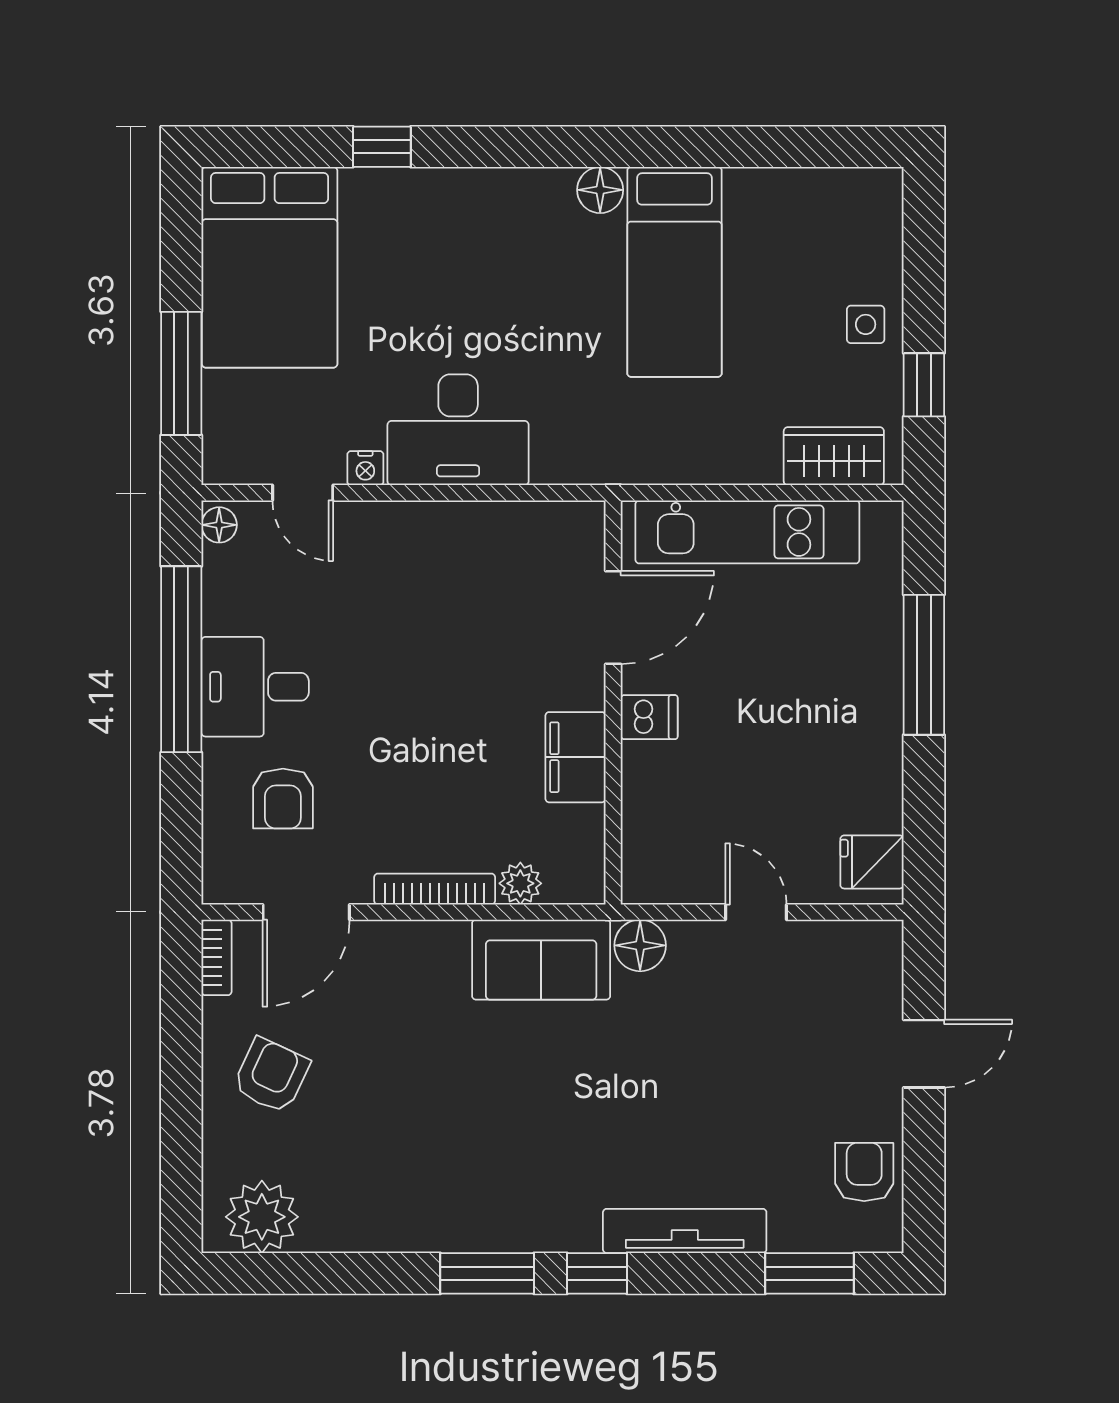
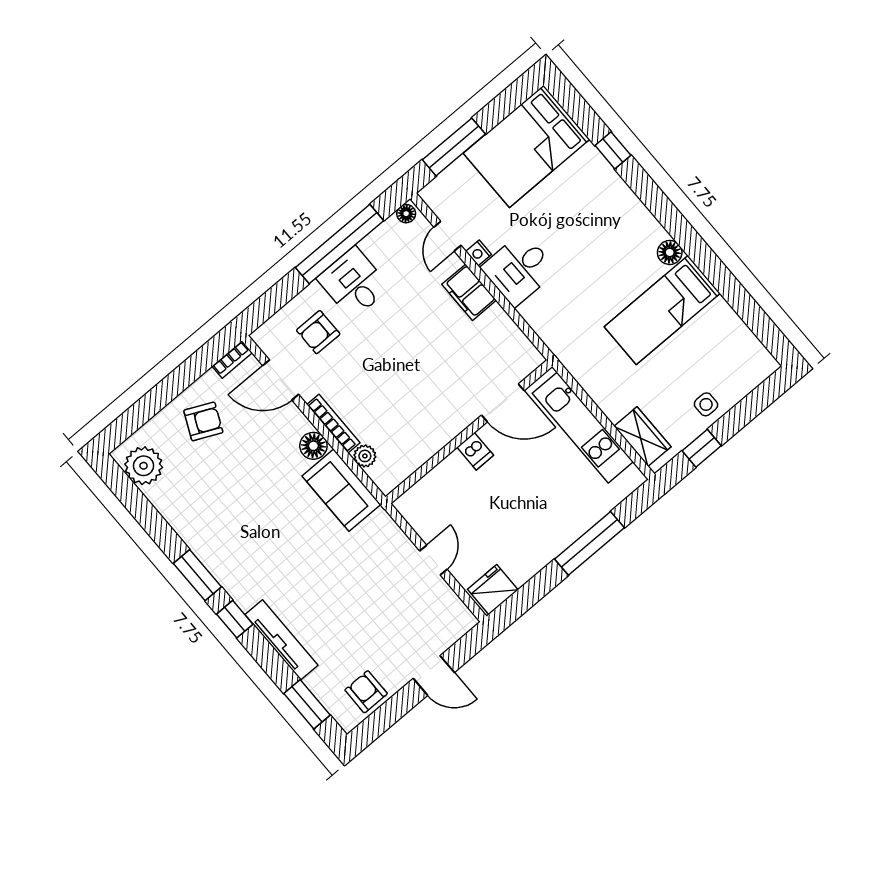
desk: (458, 430) -> (519, 269), width x0.73
filing cabinet: (575, 757) -> (469, 292), moved, turned -90
fridge: (872, 862) -> (493, 590), width x1.38
floor lamp: (640, 945) -> (313, 446), moved
armchair: (864, 1172) -> (366, 692), turned -90

